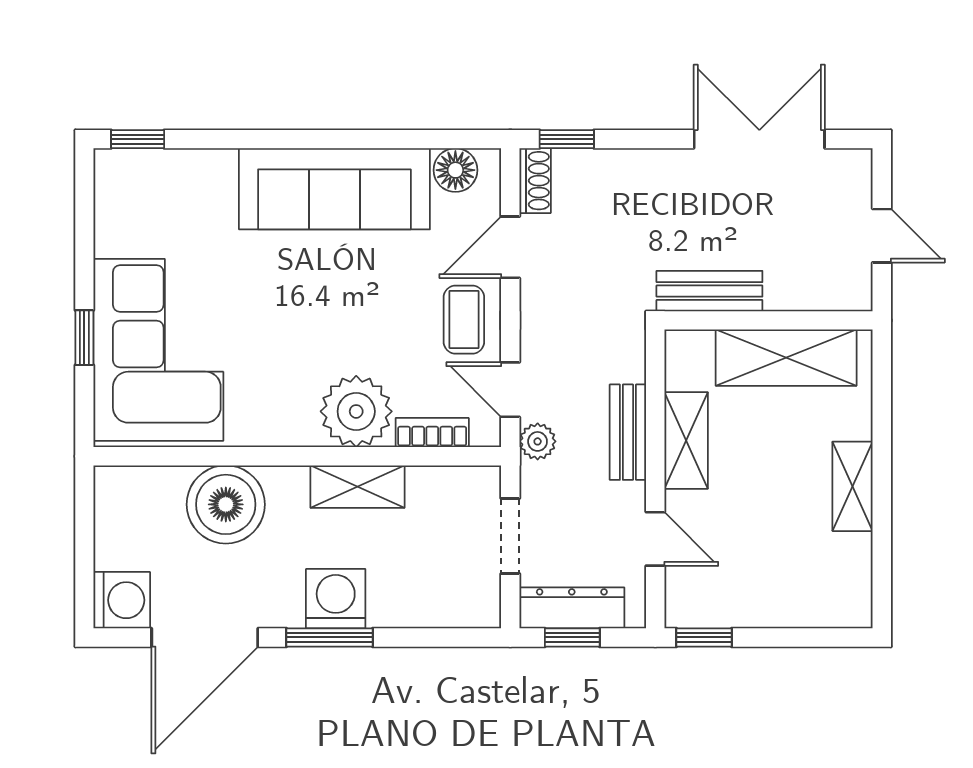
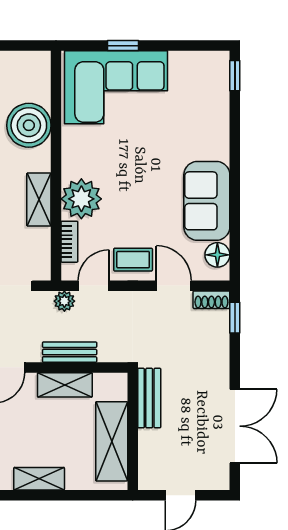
sofa: (334, 189) -> (207, 201), width x0.73

